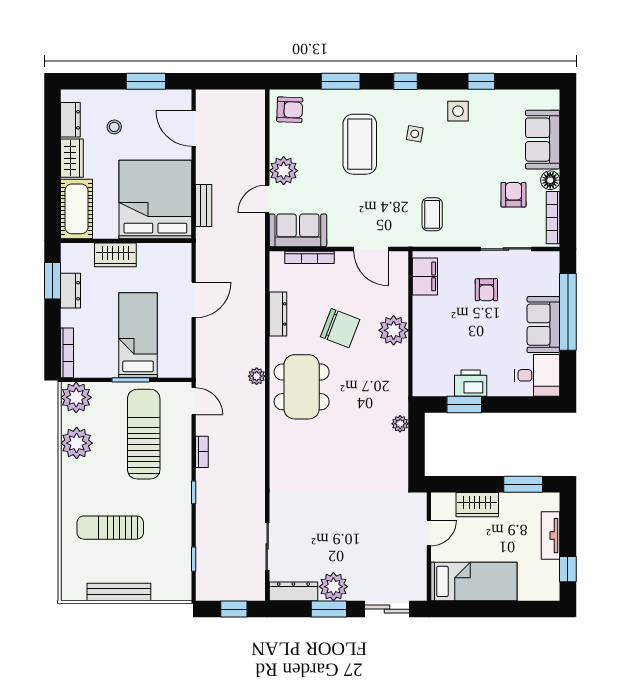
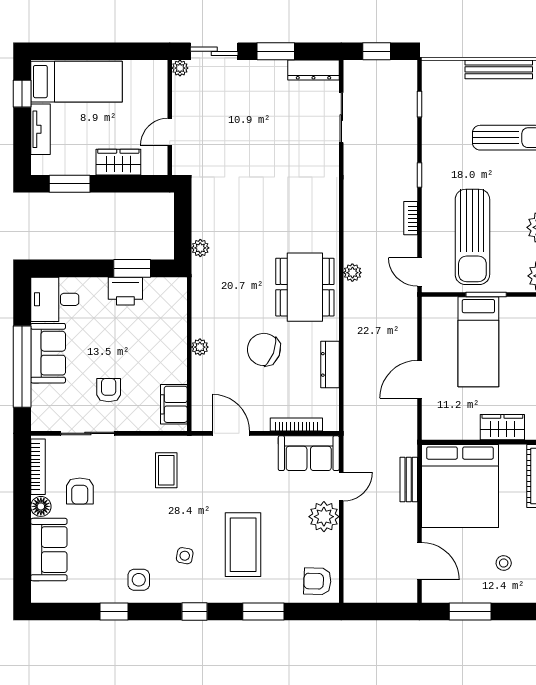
plant: (394, 330) -> (200, 347), width x0.53, depth x0.53
plant: (257, 376) -> (352, 273), moved
bed: (474, 581) -> (76, 82), moved, turned 180
plant: (333, 587) -> (180, 68), moved, width x0.53, depth x0.53

